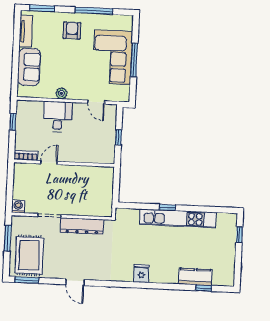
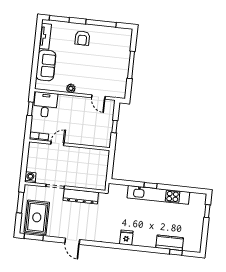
armchair: (72, 31) -> (82, 38), turned 180
corner sofa: (112, 57) -> (114, 62), removed
desk: (58, 117) -> (45, 105), moved

